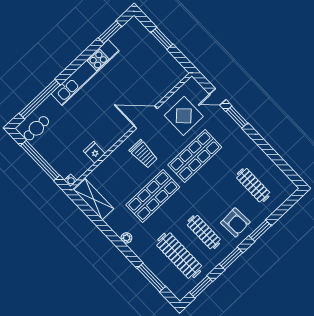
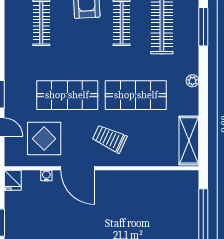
fridge: (94, 152) -> (13, 180), moved
trolley: (144, 154) -> (110, 139), turned -65
water cooler: (71, 180) -> (46, 176), moved

